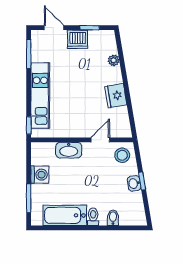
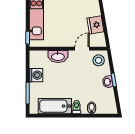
fridge: (116, 96) -> (95, 25), moved

